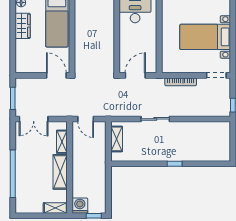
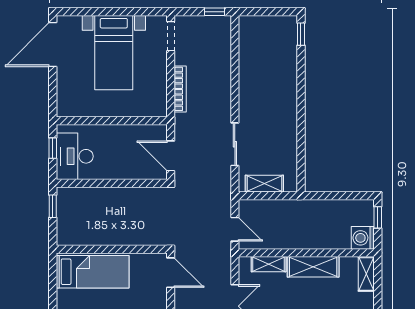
door: (56, 75) -> (171, 273), swing flipped
door: (86, 119) -> (235, 229), hinge flipped
sliding door: (155, 119) -> (235, 144), moved
window: (175, 164) -> (301, 34), moved

